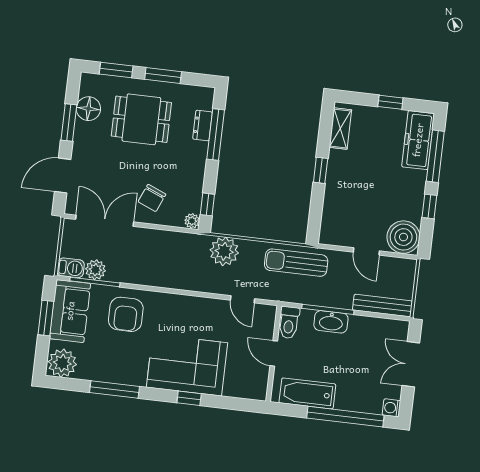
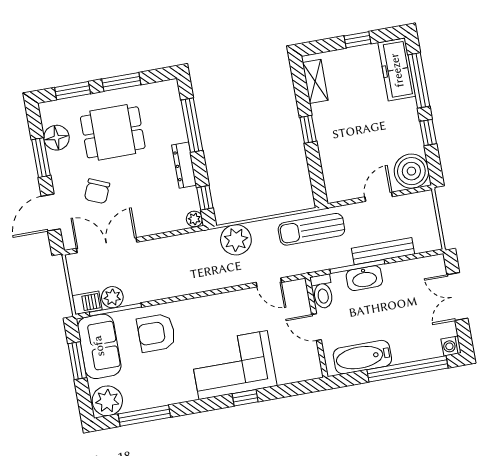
dresser: (203, 126) -> (184, 165), moved, width x1.44
chair: (152, 198) -> (97, 191), moved
door: (366, 251) -> (379, 197), swing flipped
bench: (382, 306) -> (383, 251), moved
armchair: (126, 314) -> (156, 333), turned 90
window: (114, 389) -> (144, 416), moved

